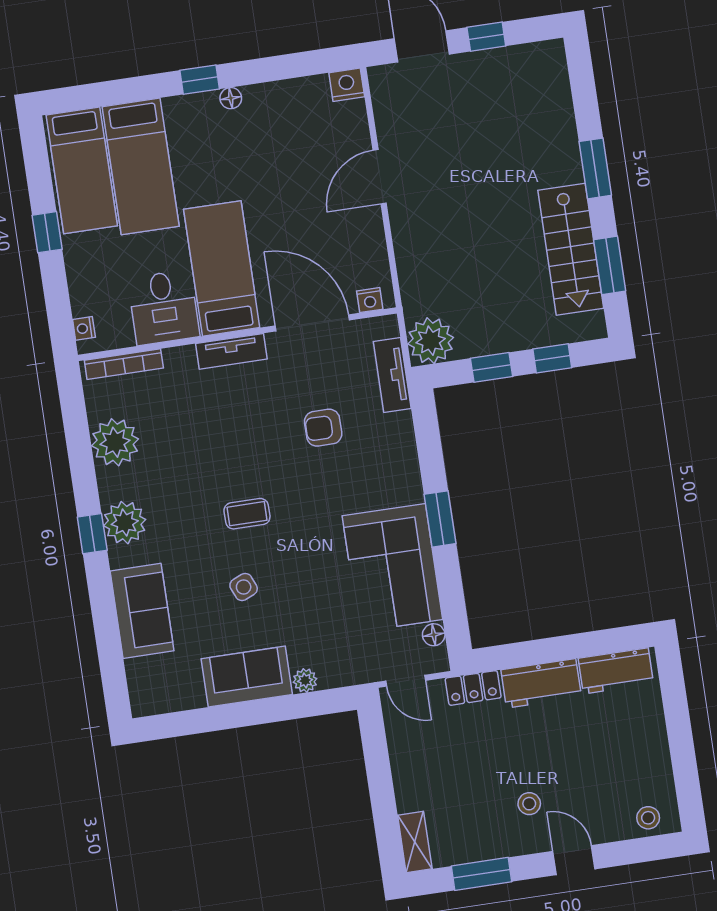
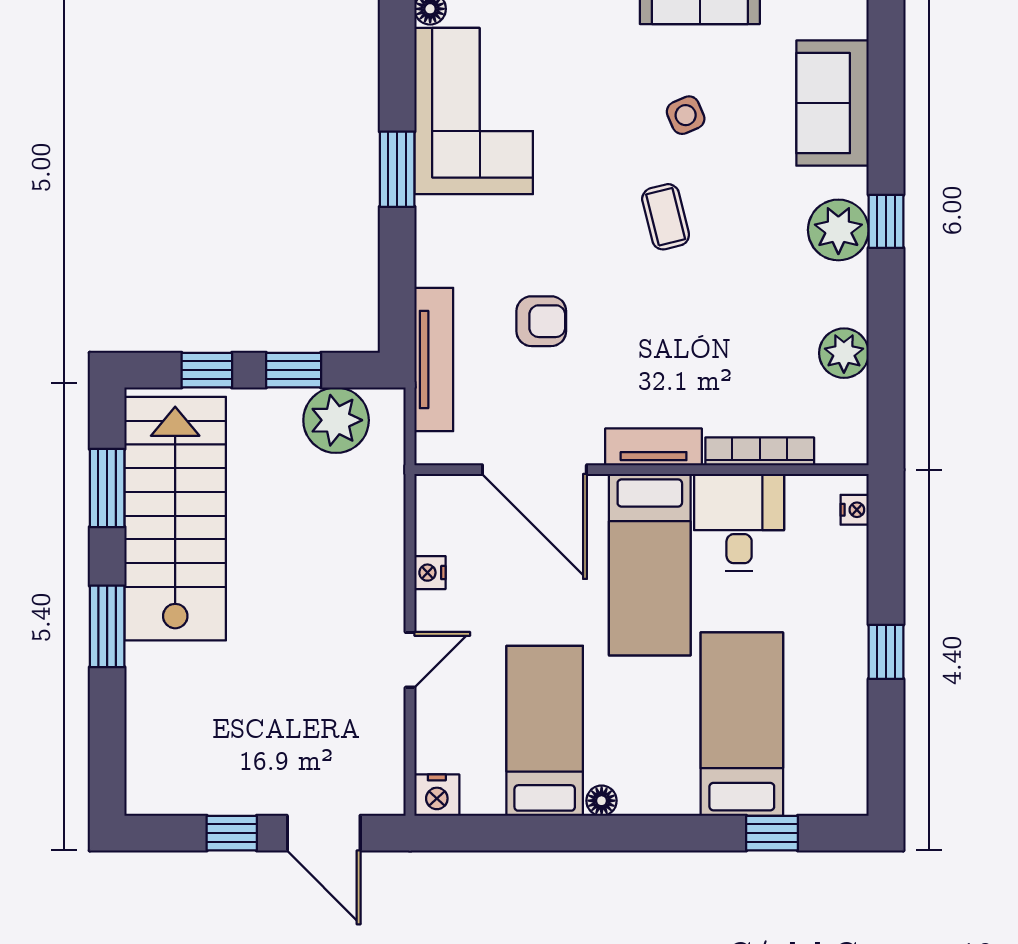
window: (200, 80) -> (772, 833), moved
bed: (82, 170) -> (545, 731), moved
door: (380, 177) -> (410, 660), width x0.73
stairs: (571, 249) -> (175, 519), width x1.36, depth x1.51
nightstand: (370, 300) -> (430, 573), moved, turned -90
plant: (431, 341) -> (336, 420), moved
bookcase: (124, 364) -> (760, 451), moved
tv unit: (392, 375) -> (434, 360), width x1.41
plant: (115, 442) -> (844, 353), width x0.73, depth x0.73
coffee table: (247, 514) -> (666, 217), turned 76

